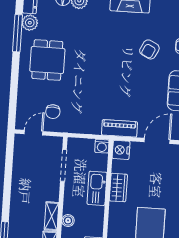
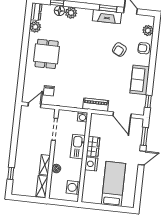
window: (17, 33) -> (26, 34), removed
door: (157, 141) -> (122, 115), swing flipped
nightstand: (121, 150) -> (91, 164), moved

